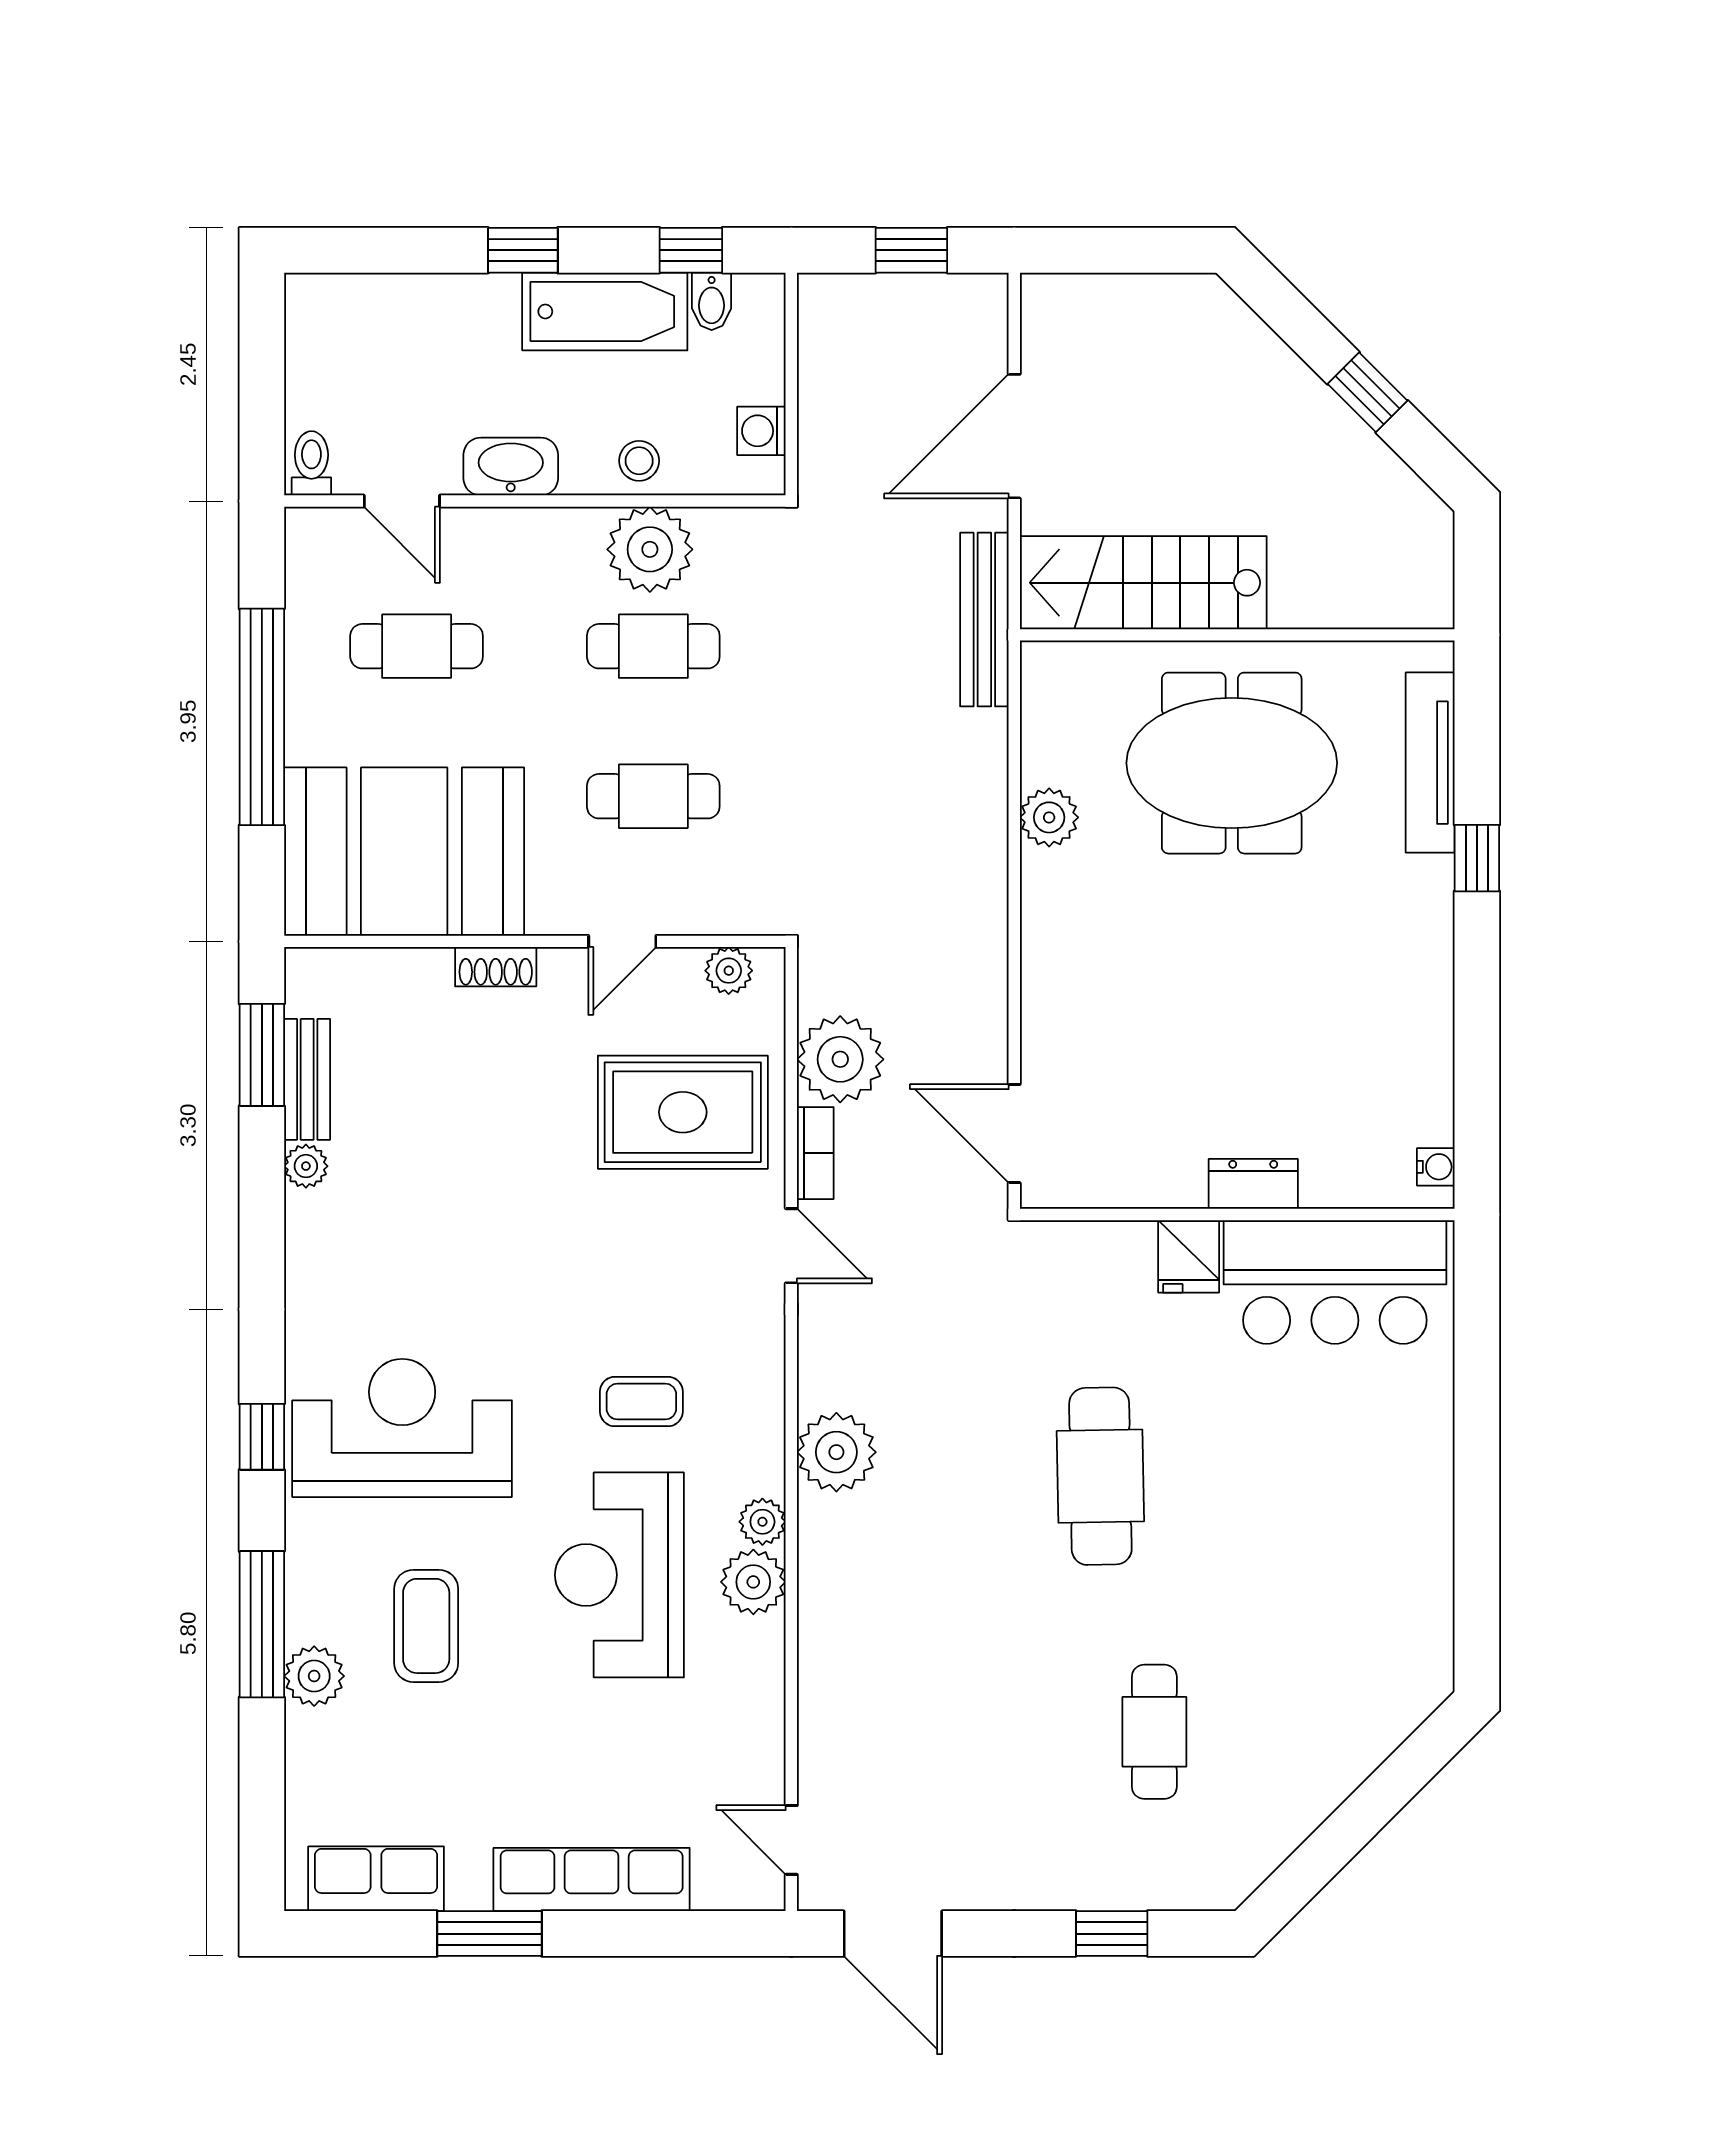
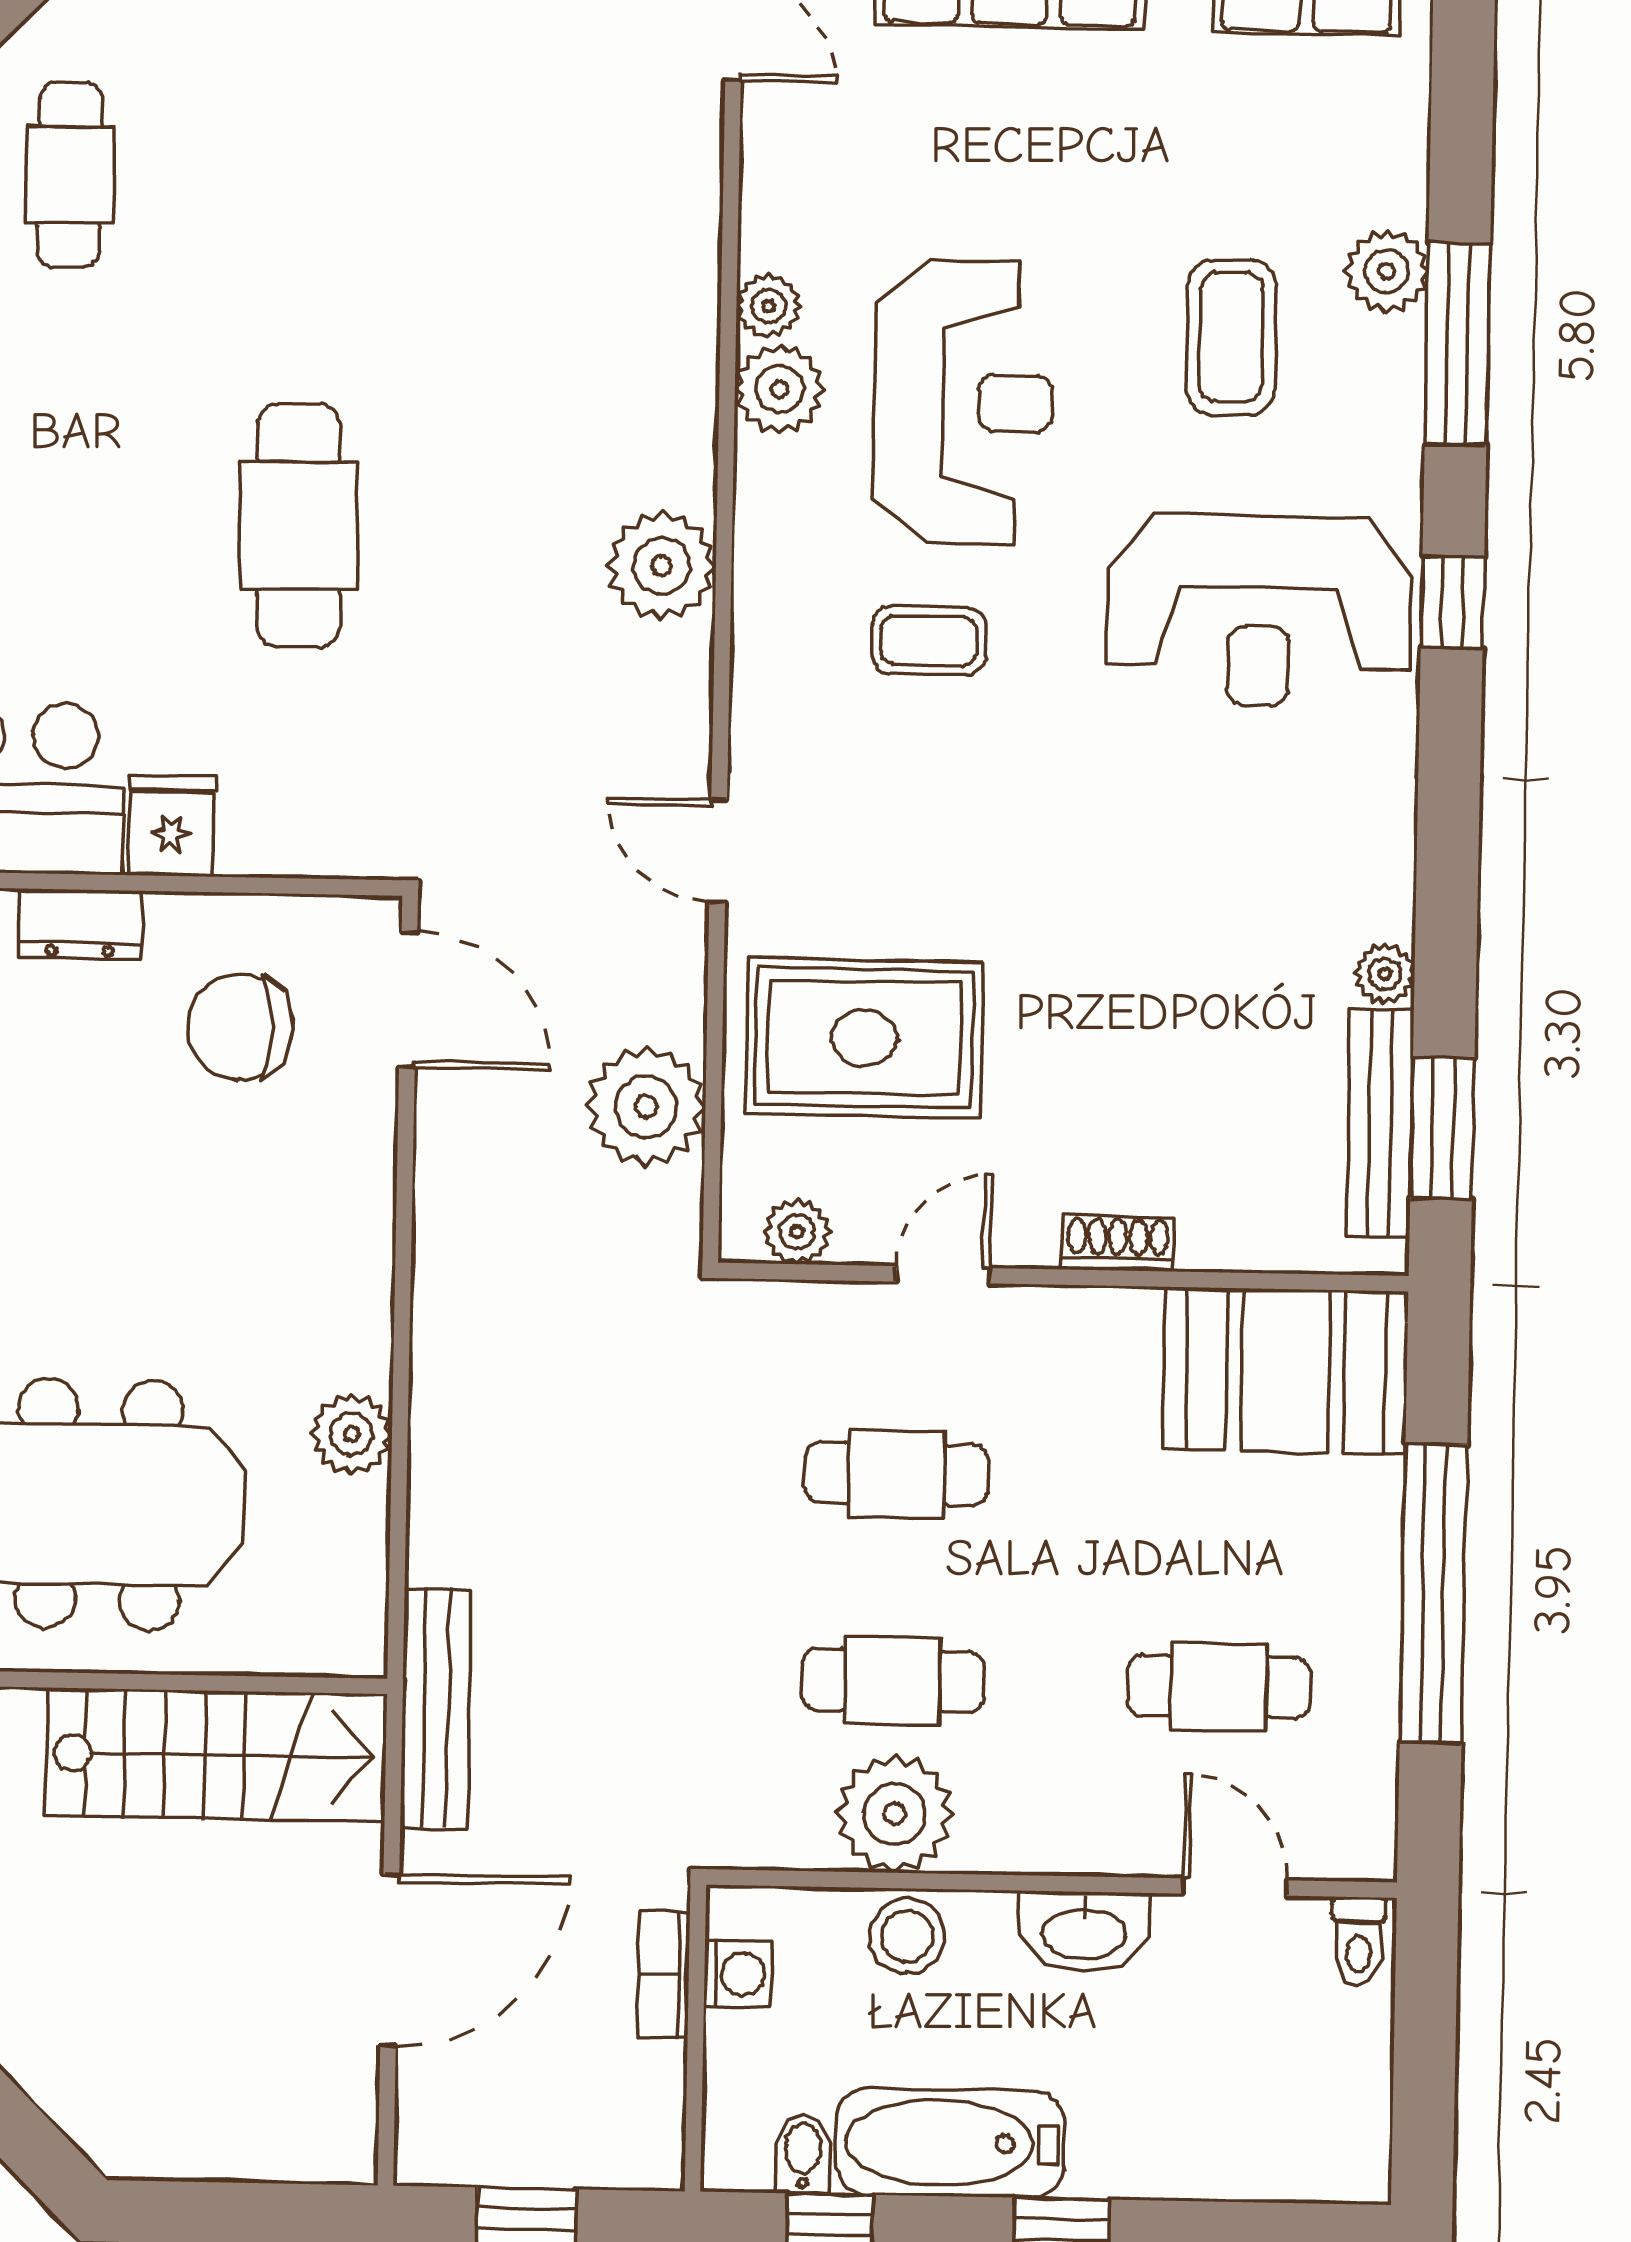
stool: (639, 461) -> (907, 1936), width x1.37, depth x1.37
booth: (404, 852) -> (1285, 1371), width x0.73, depth x0.70
bench: (307, 1079) -> (1380, 1123), width x1.36
chair: (1136, 1111) -> (240, 1027), added
bookcase: (815, 1153) -> (664, 1975), moved
plant: (762, 1522) -> (768, 306), moved
cafe table: (1154, 1732) -> (70, 175), moved

